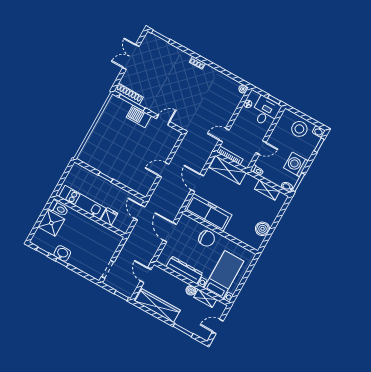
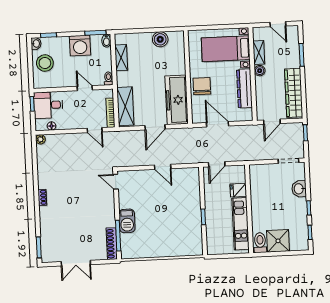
door: (163, 120) -> (116, 182), moved
door: (170, 232) -> (218, 124), swing flipped
washbasin: (62, 253) -> (299, 189), moved

